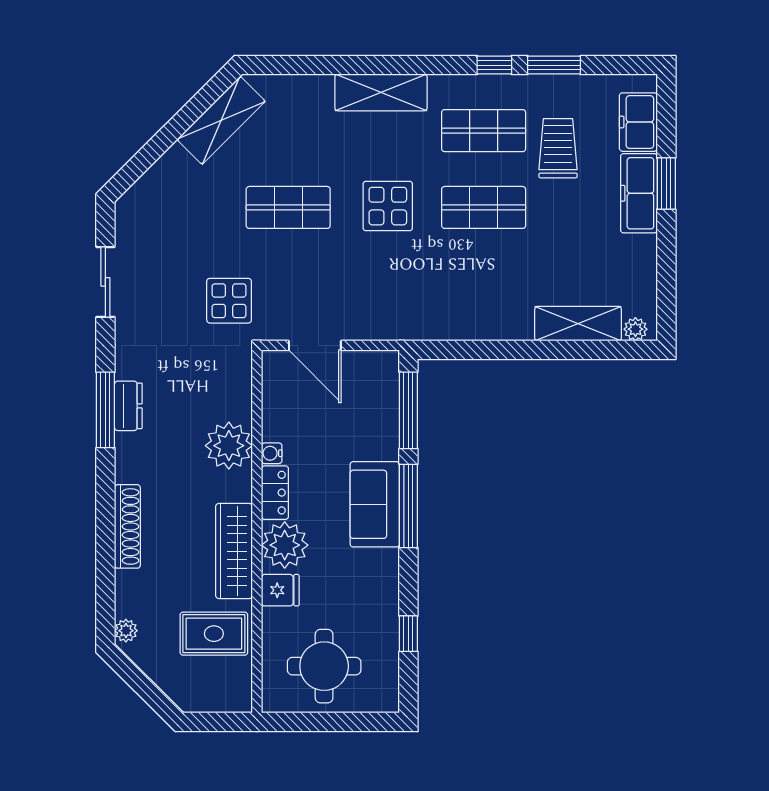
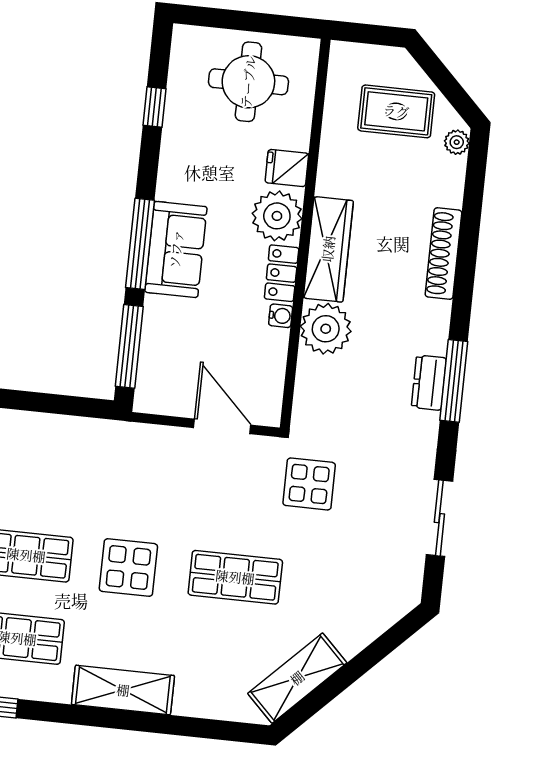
wardrobe: (234, 551) -> (328, 249), moved
rug: (214, 634) -> (396, 111), moved

